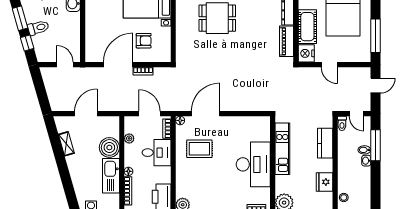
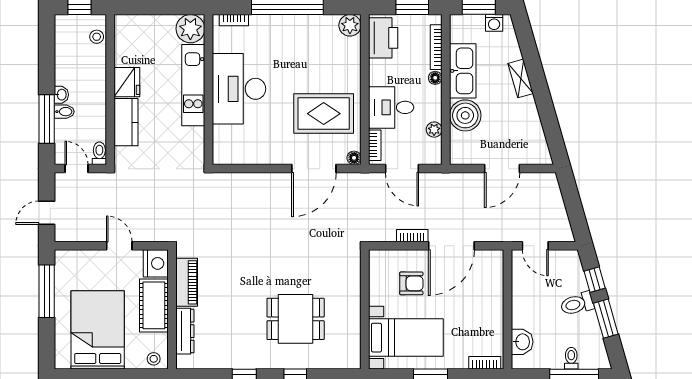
armchair: (144, 41) -> (411, 283), turned 180
shelving: (66, 144) -> (521, 78), moved
rug: (199, 149) -> (324, 114), width x1.36, depth x1.43
kitchen unit: (282, 149) -> (193, 85), moved
fridge: (325, 182) -> (127, 82), moved

